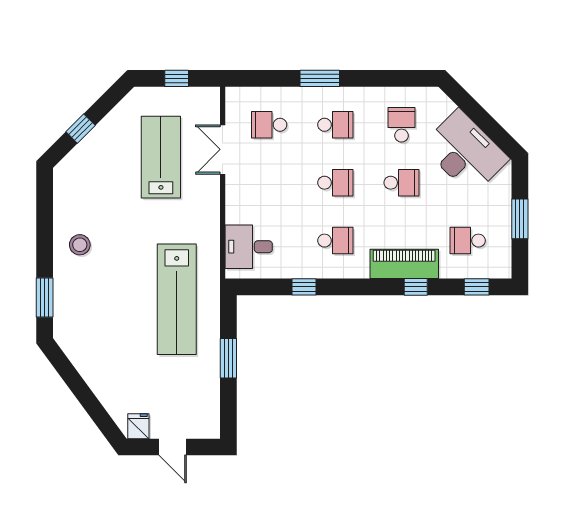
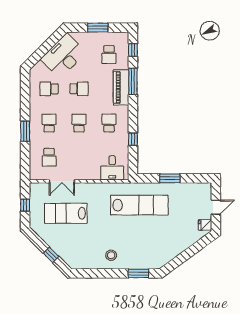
school desk: (401, 183) -> (79, 89), turned 90
window: (416, 287) -> (133, 81), width x2.17

